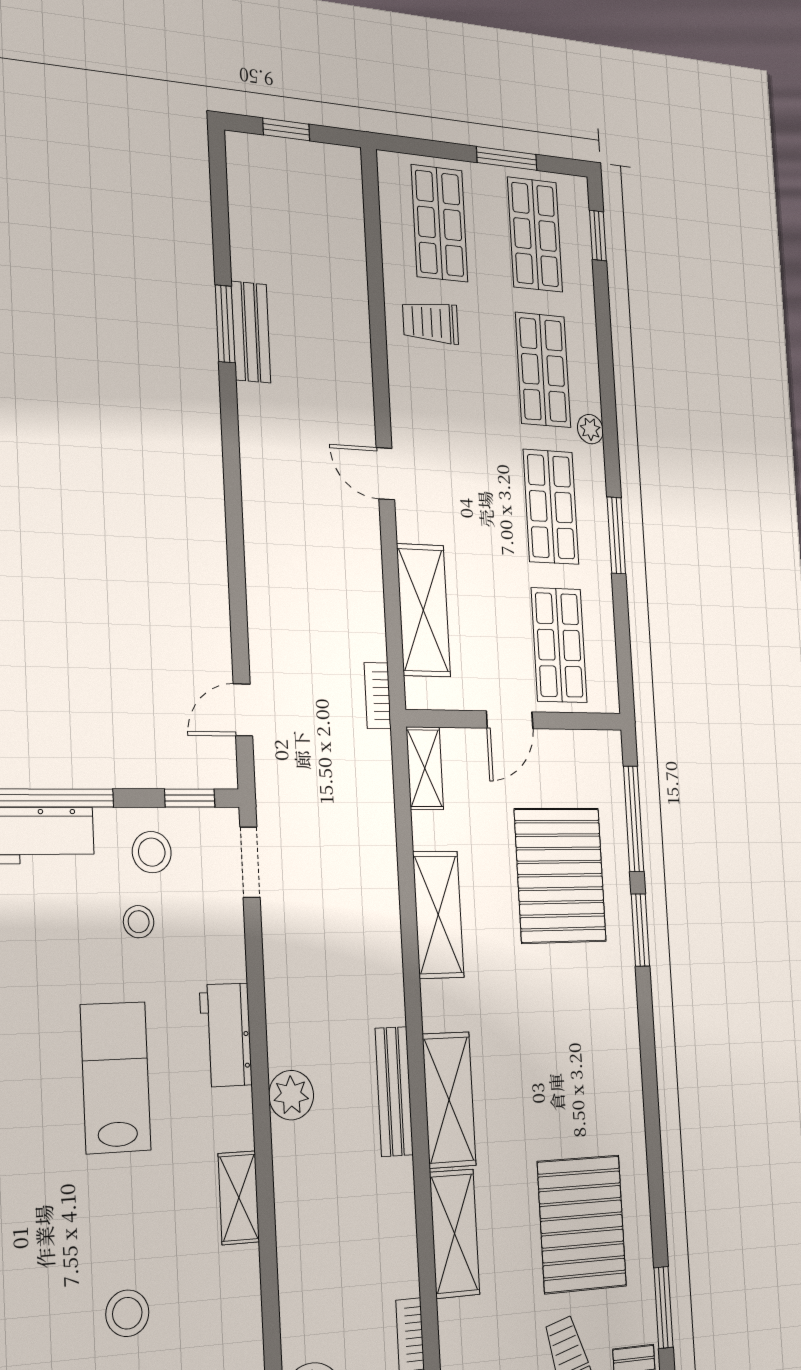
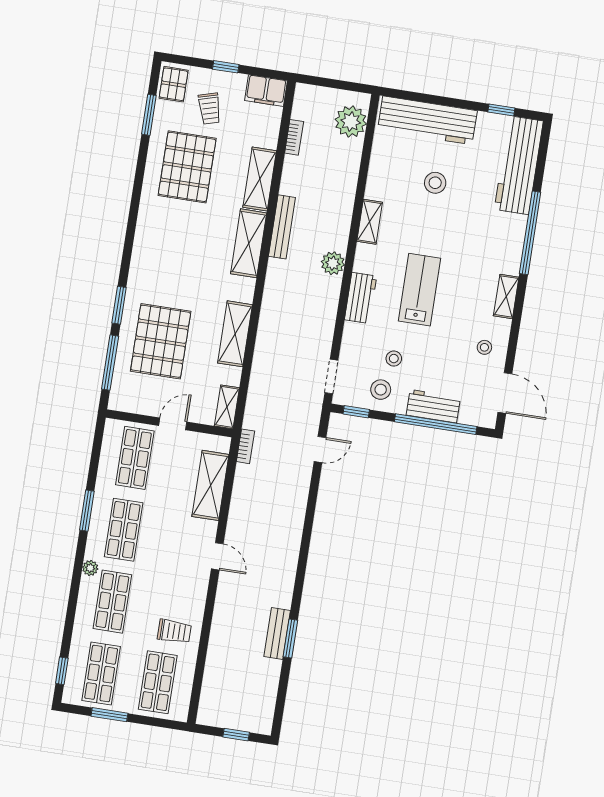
lab bench: (116, 1077) -> (419, 290), turned 180
bench: (394, 1091) -> (282, 227), moved

